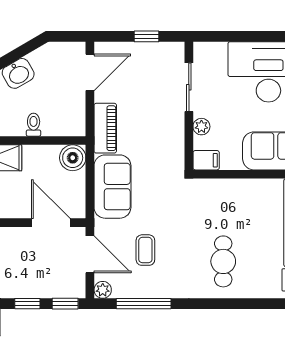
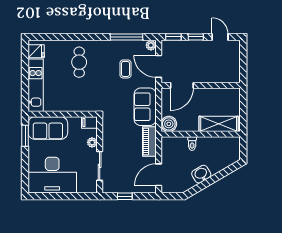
door: (51, 223) -> (182, 85), hinge flipped

